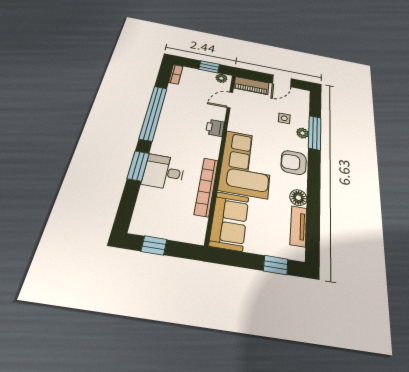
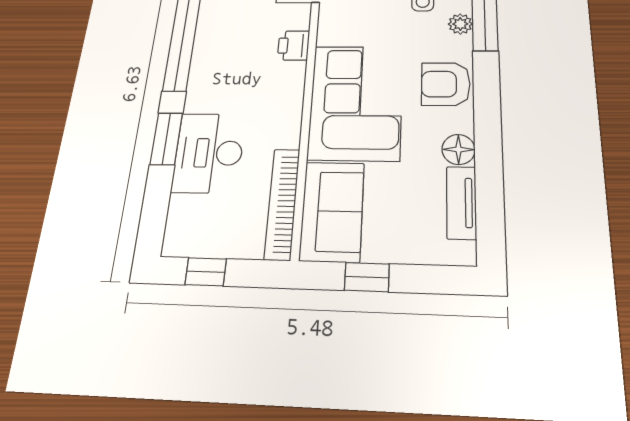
desk: (164, 172) -> (209, 153), width x1.37
bookcase: (206, 187) -> (282, 203), moved
window: (276, 265) -> (367, 277), moved

